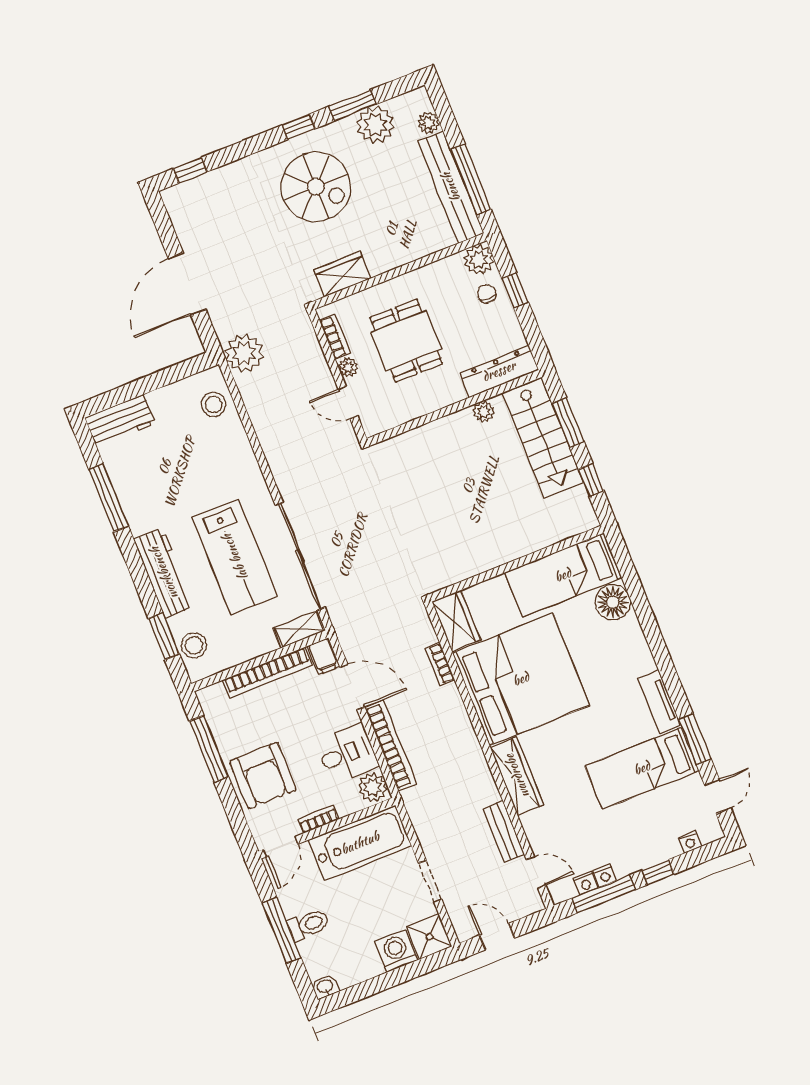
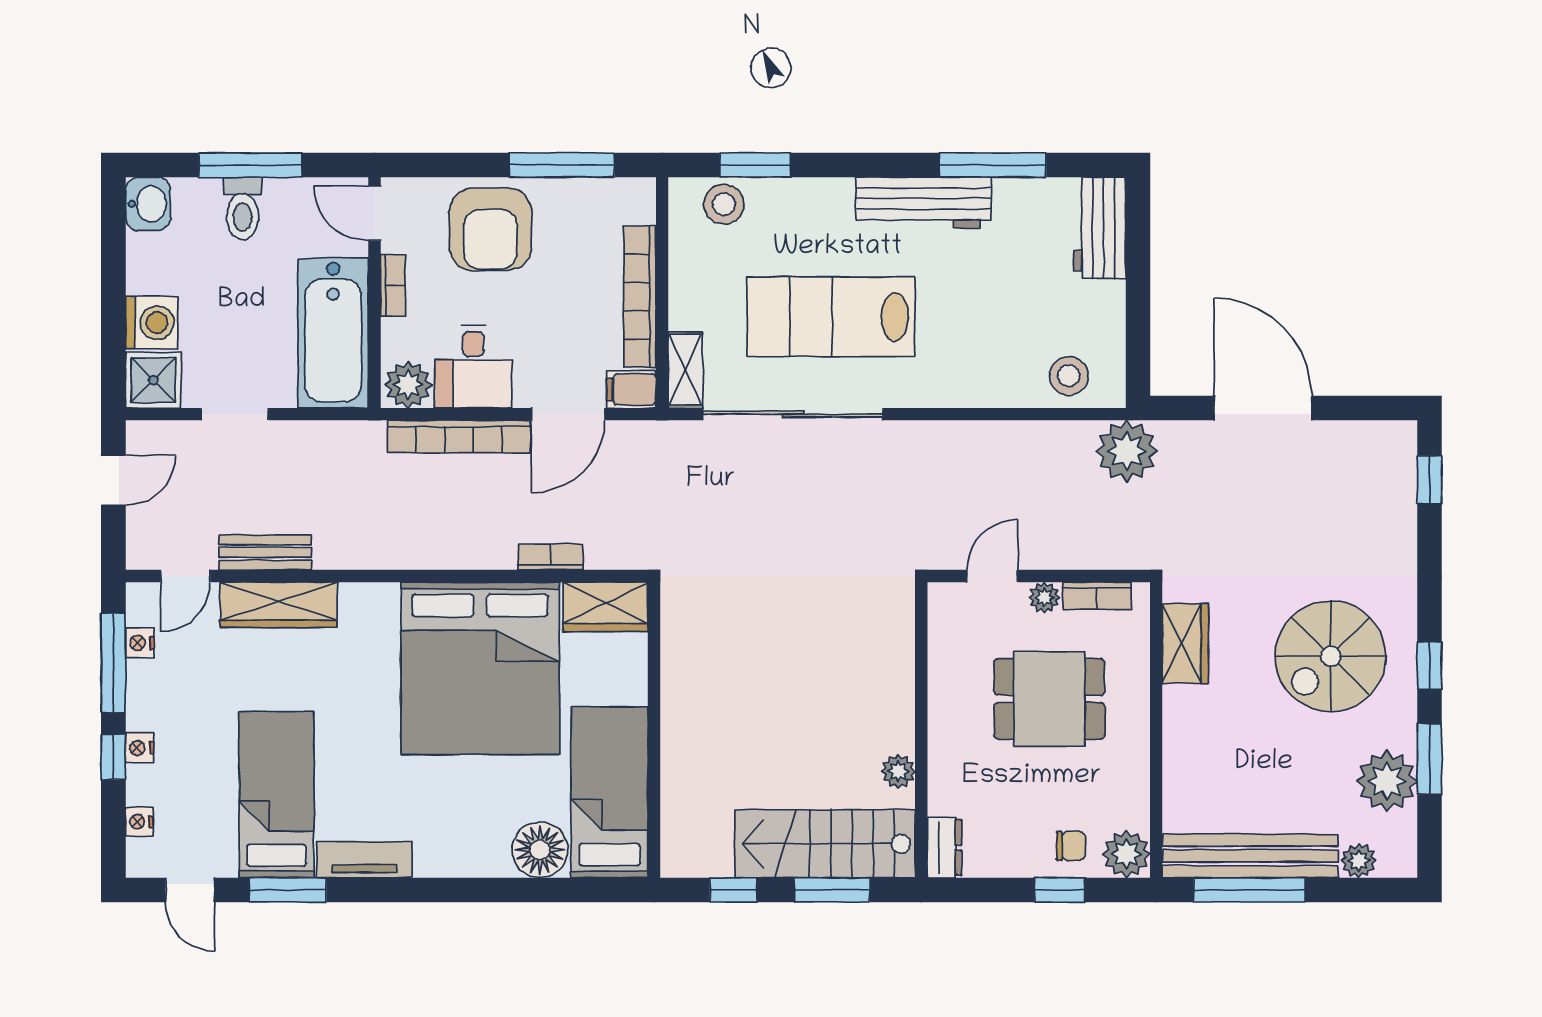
dresser: (499, 371) -> (944, 847), width x0.51, depth x0.80
workbench: (164, 573) -> (924, 203), moved
armchair: (263, 776) -> (490, 229), turned -90
wardrobe: (517, 776) -> (279, 605), moved
nightstand: (605, 876) -> (140, 748), moved
washbasin: (325, 987) -> (148, 204), width x1.38, depth x1.45

